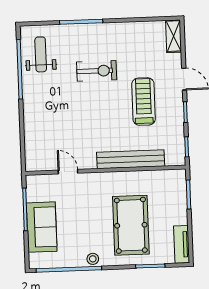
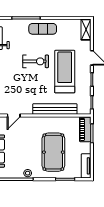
exercise mat: (107, 38) -> (43, 29), added
exercise bike: (97, 71) -> (36, 61), moved
treadmill: (143, 102) -> (65, 72), width x1.37, depth x1.38
door: (68, 172) -> (14, 116), swing flipped
piano: (178, 189) -> (85, 129), added

